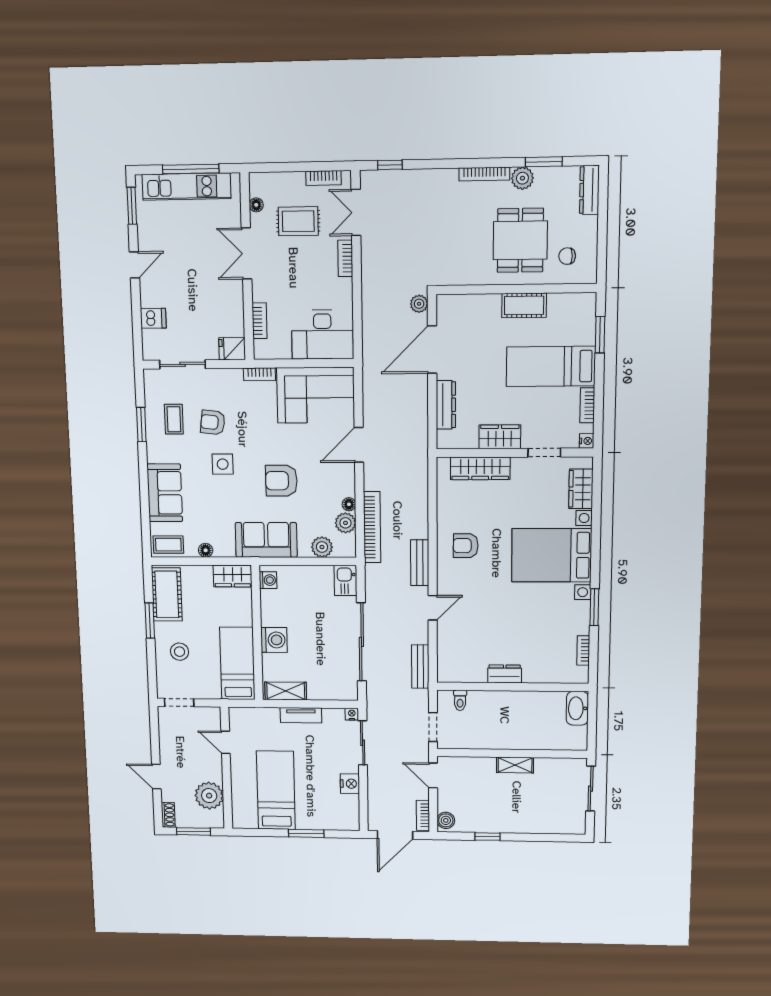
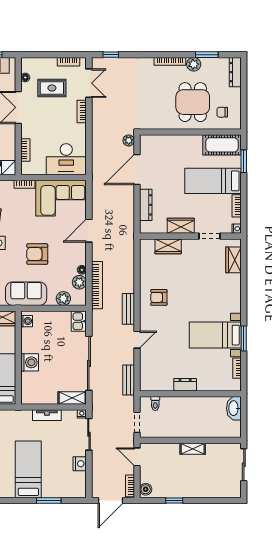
double door: (356, 212) -> (89, 83), swing flipped
cot: (524, 305) -> (222, 145), moved, width x1.37, depth x1.34
wardrobe: (480, 468) -> (168, 246), width x0.67
bed with nightstands: (552, 555) -> (215, 335), moved, width x0.73
shelving: (286, 691) -> (72, 398), moved

